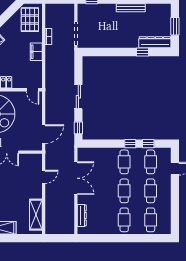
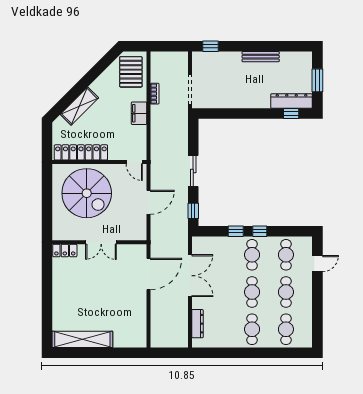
window: (143, 52) -> (291, 114), moved
door: (44, 134) -> (149, 202), moved
window: (148, 144) -> (236, 231), moved
door: (44, 177) -> (149, 274), width x1.88
shelving: (36, 215) -> (139, 323), removed

